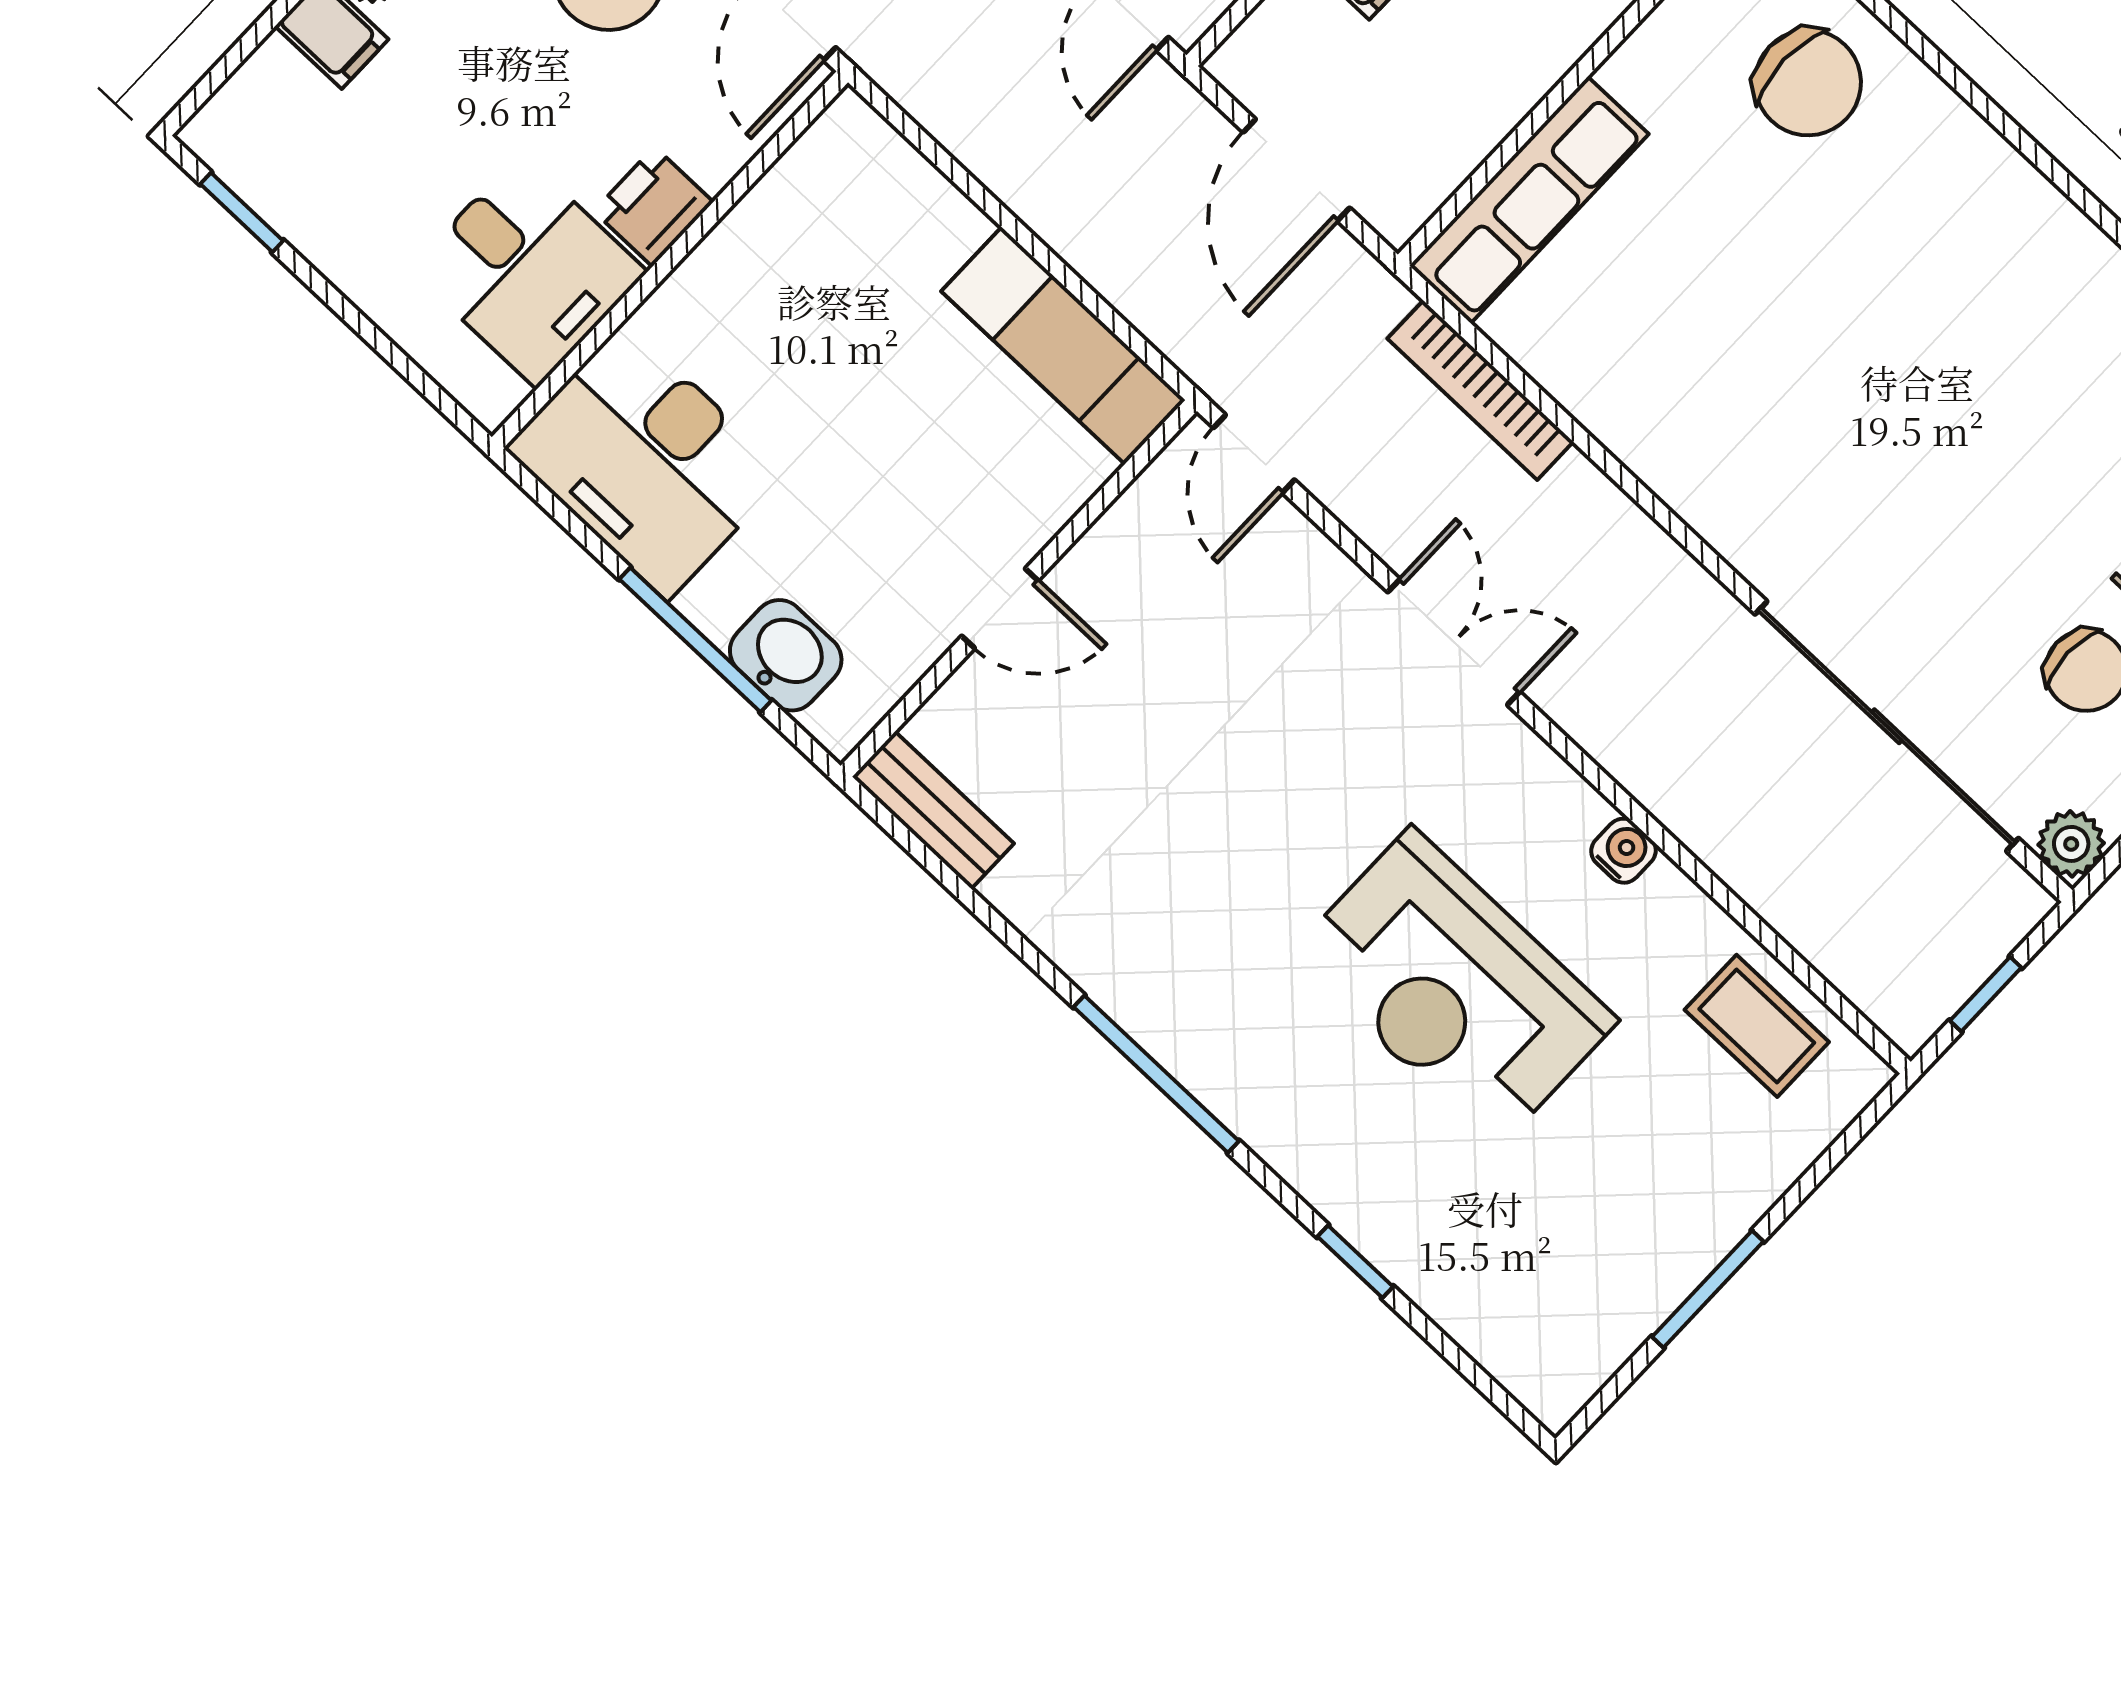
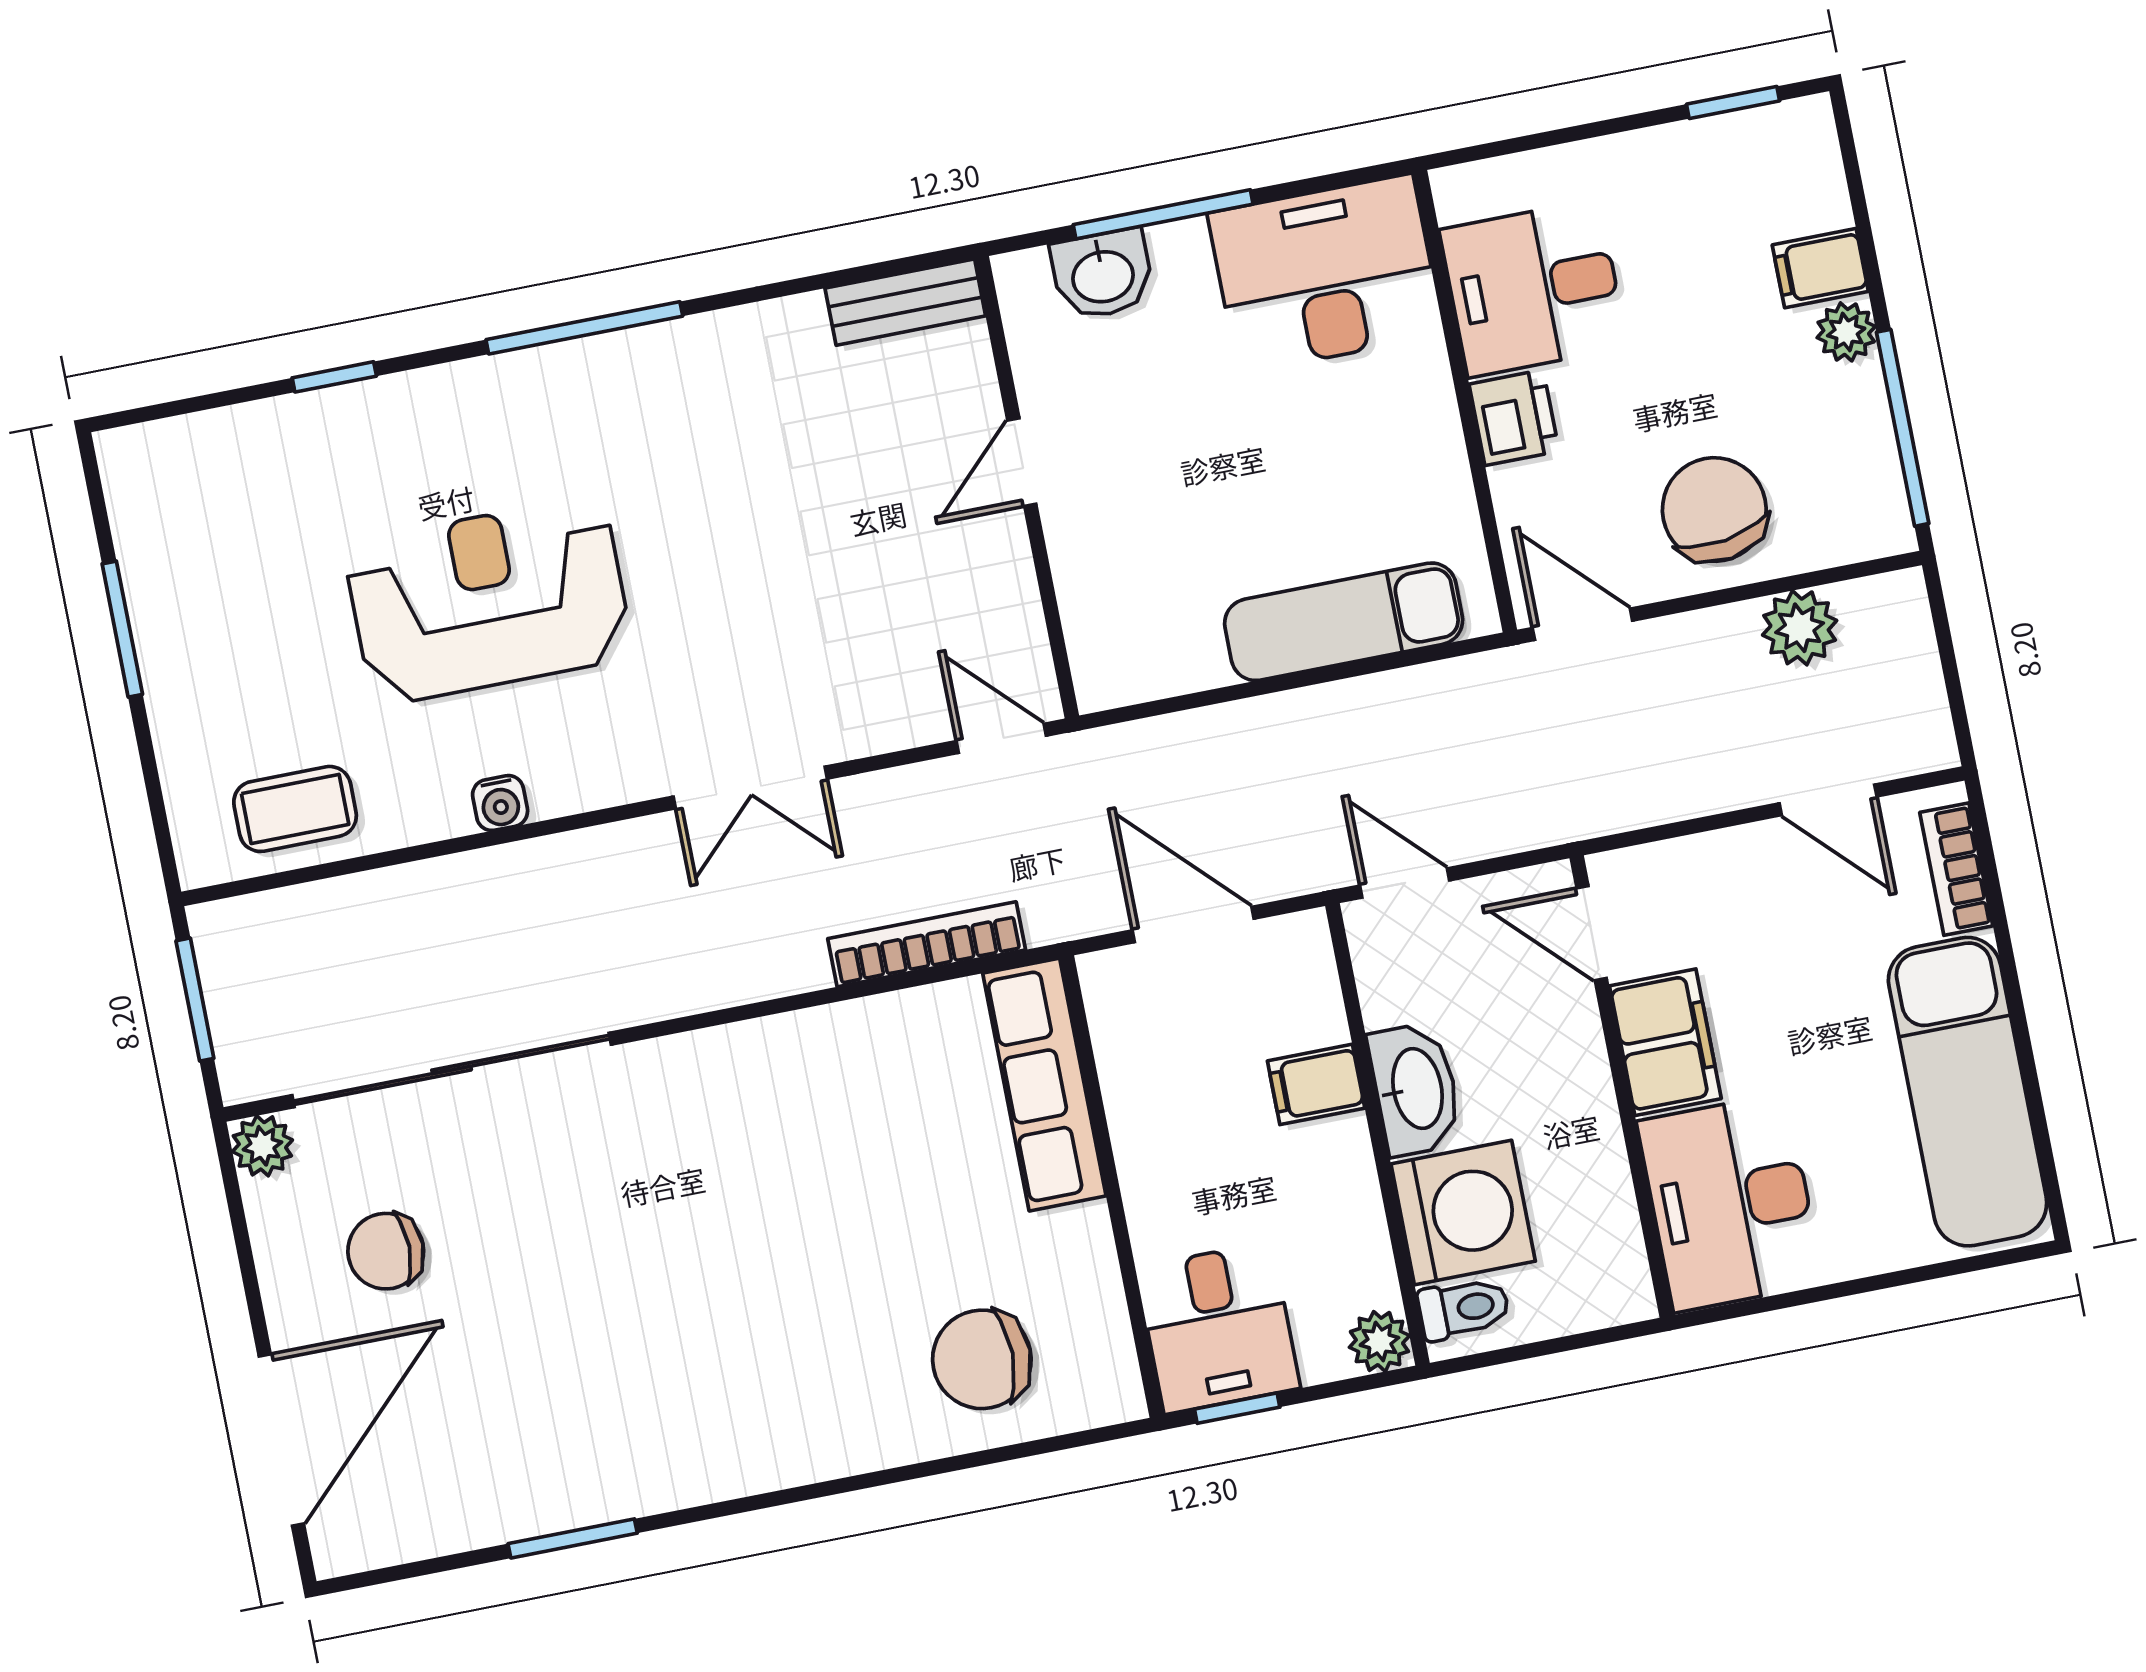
exam couch: (1063, 346) -> (1344, 622), moved
window: (1986, 994) -> (195, 1000), width x1.50

